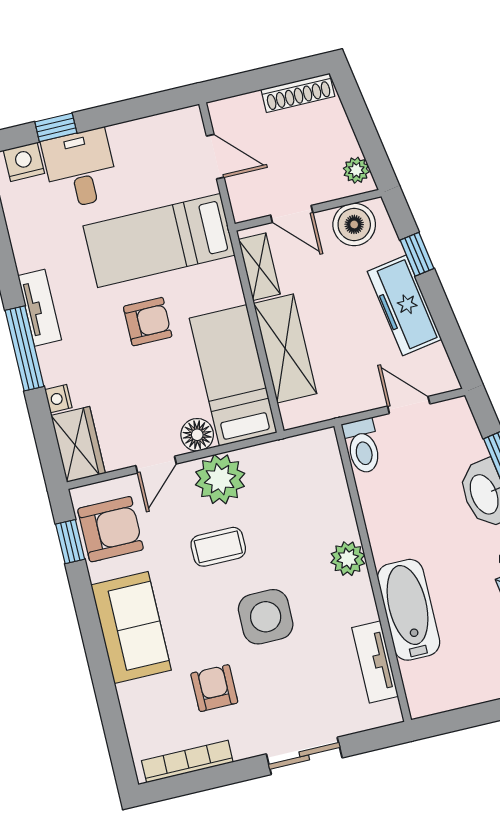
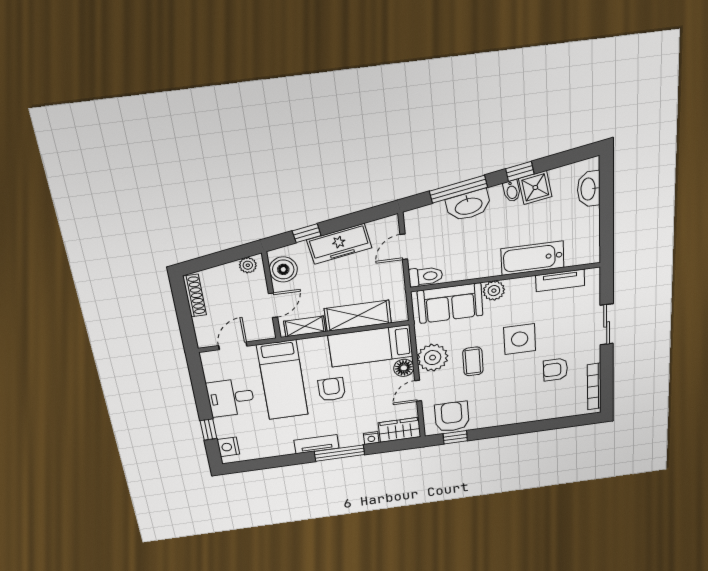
desk: (80, 169) -> (231, 398), moved
door: (156, 465) -> (418, 391), swing flipped
sofa: (131, 628) -> (450, 303), moved, turned 180

